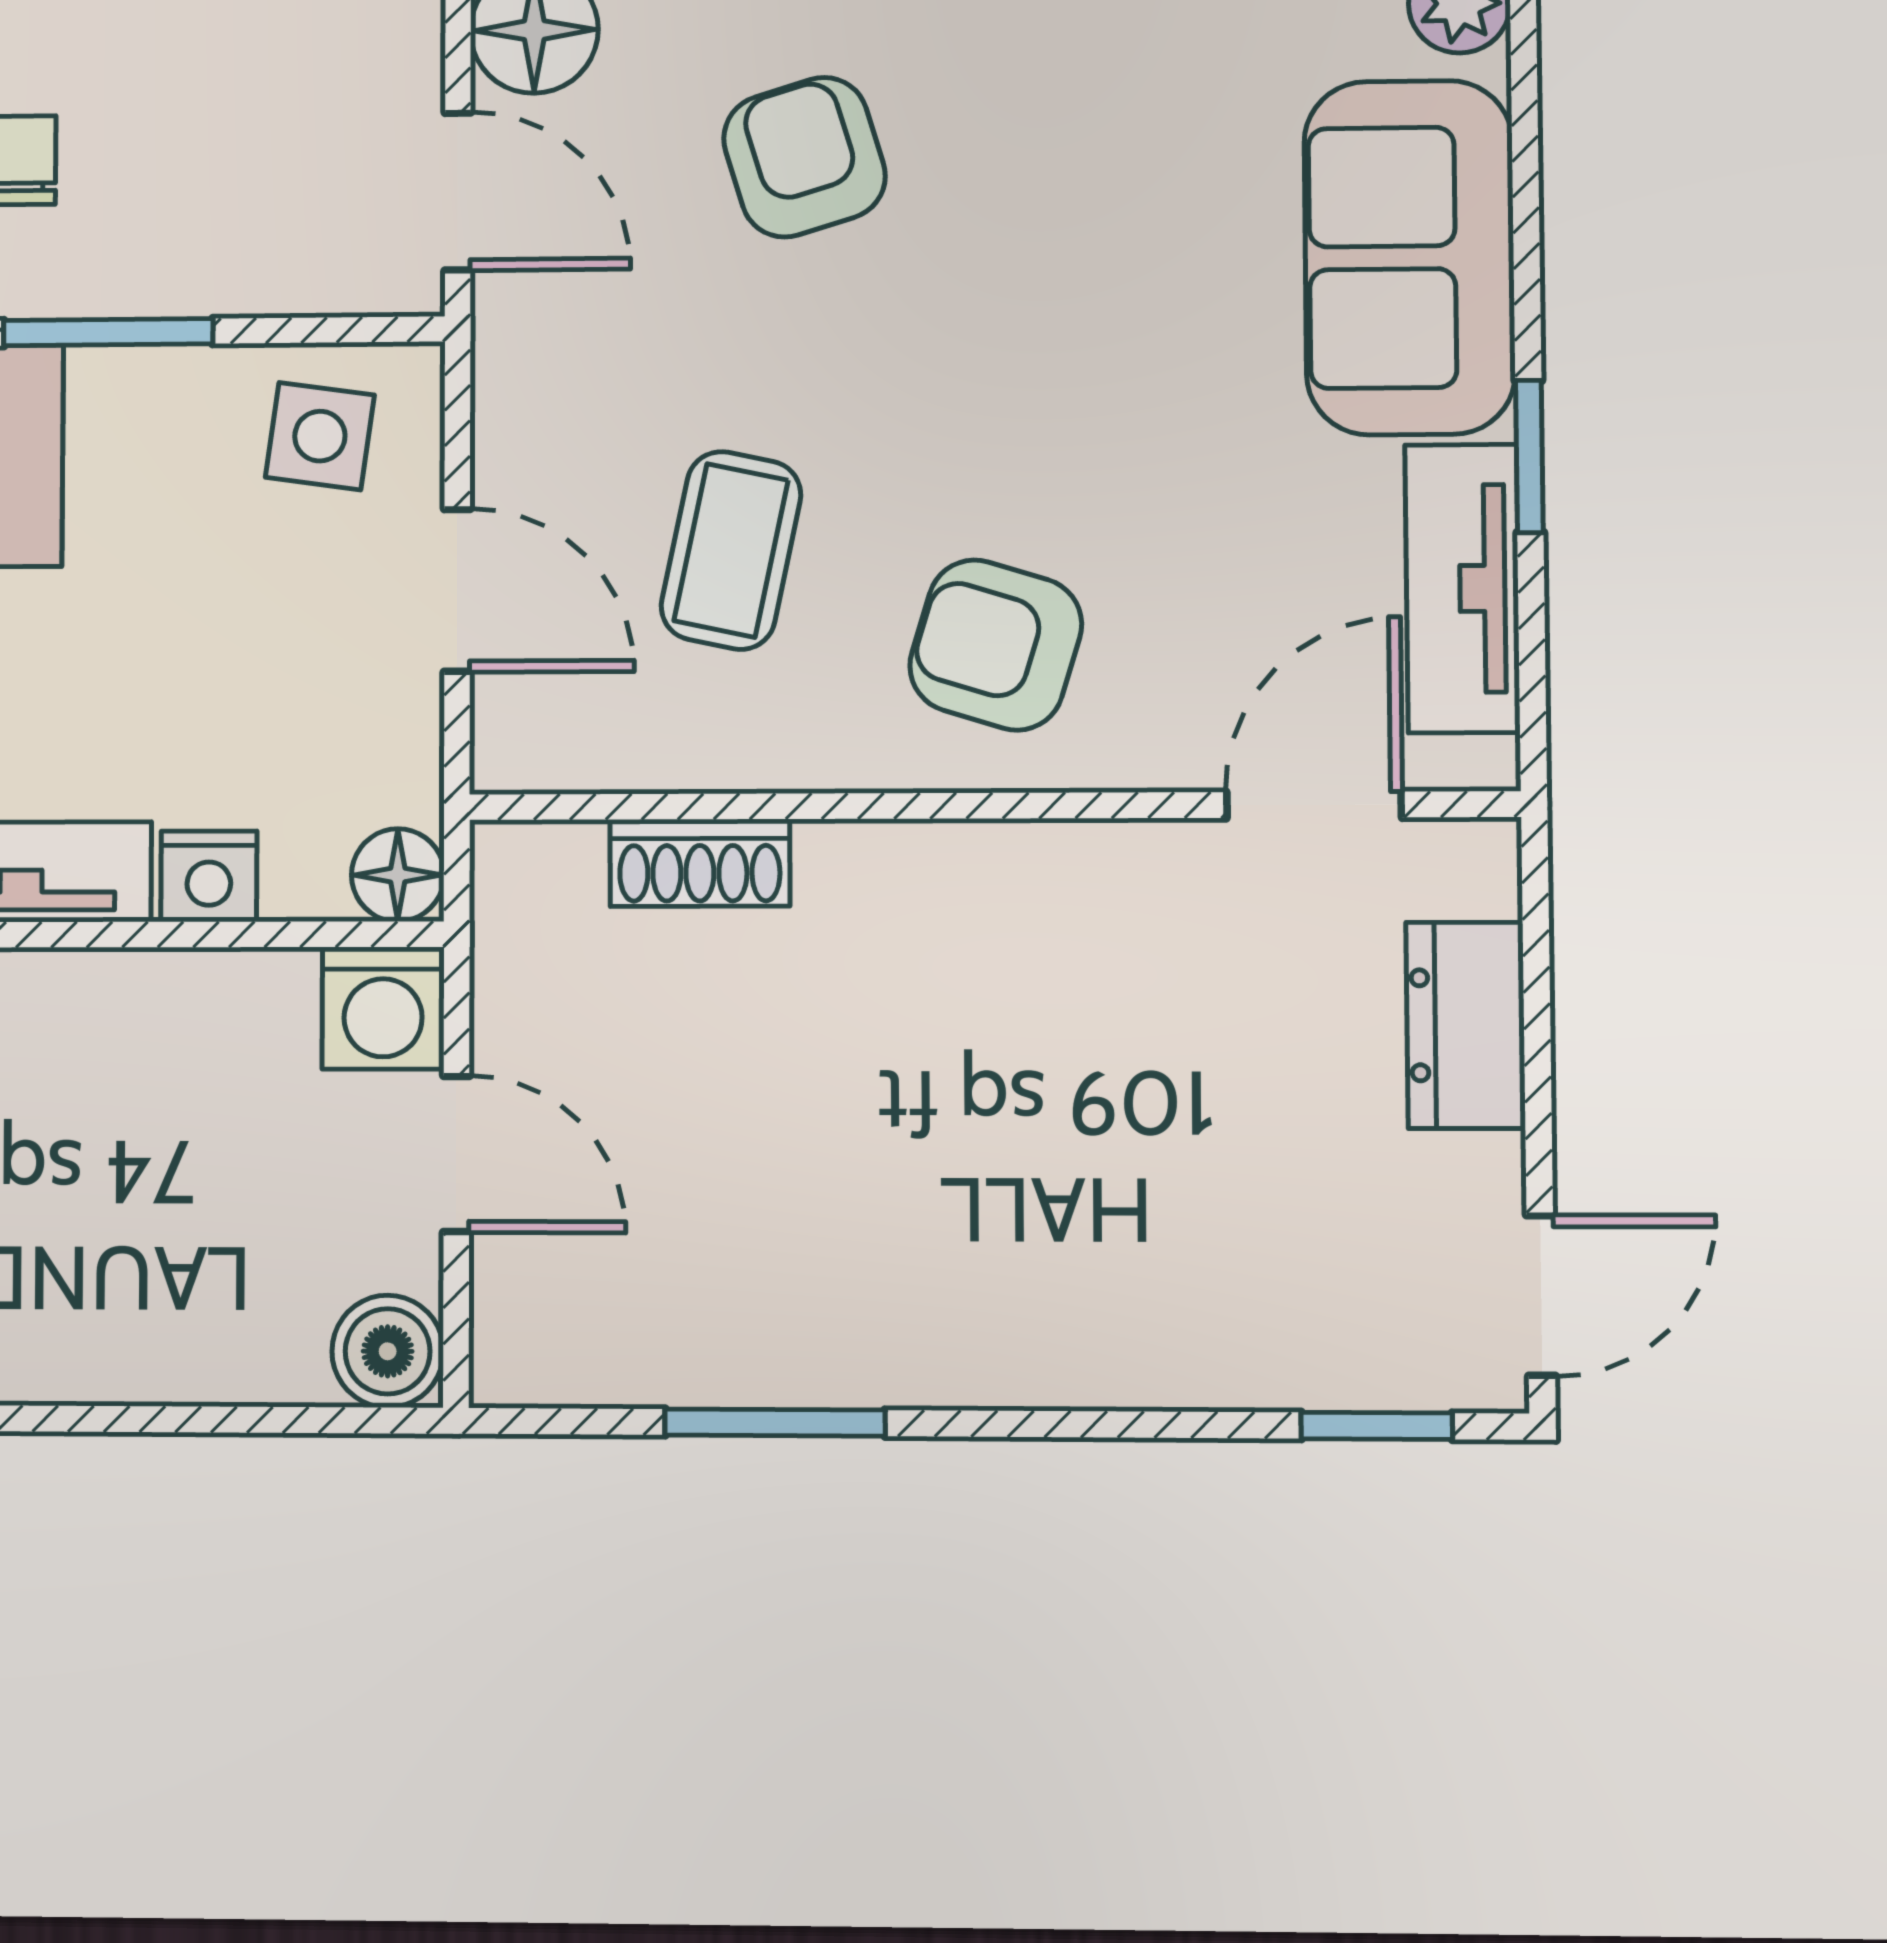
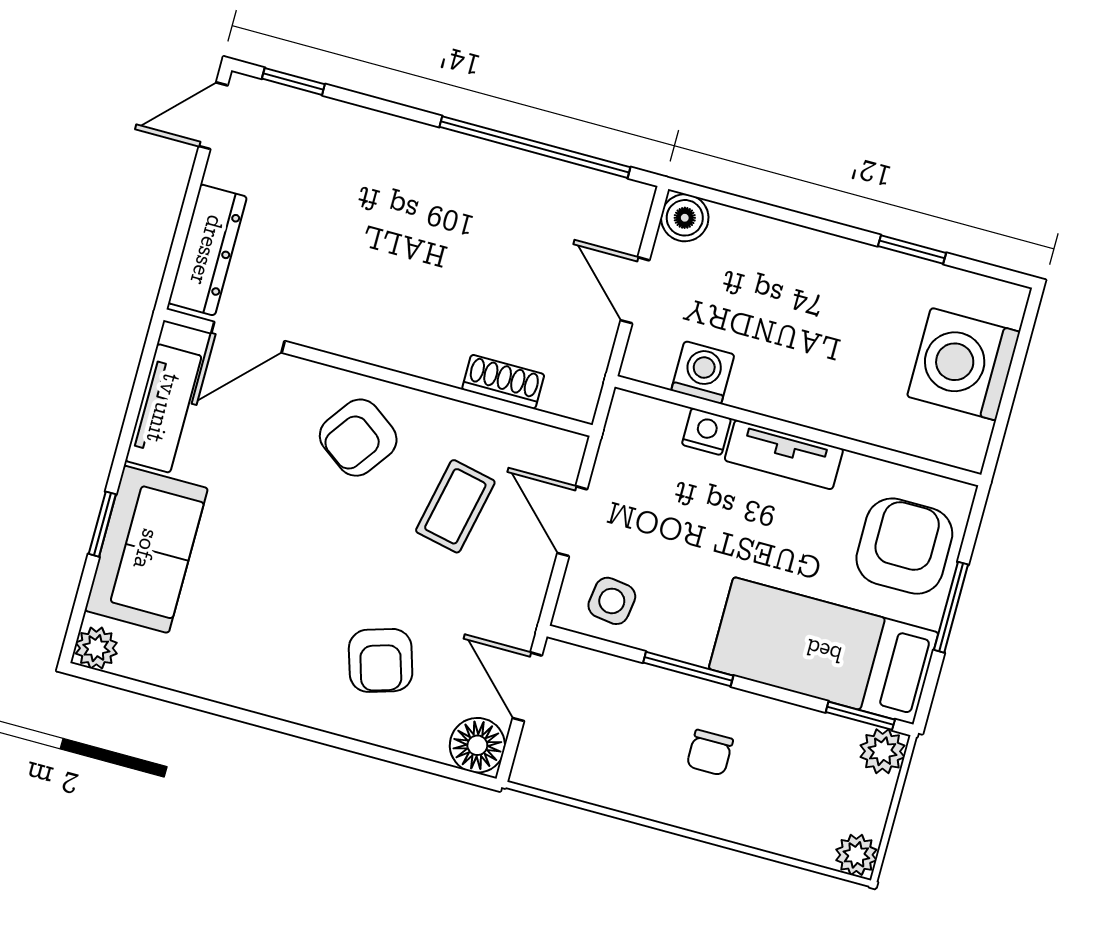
window: (1529, 456) -> (102, 524), moved
armchair: (996, 645) -> (358, 438), turned 109
floor lamp: (398, 875) -> (628, 411), removed
washing machine: (383, 1008) -> (703, 373), moved
dresser: (1466, 1025) -> (207, 250), width x1.44
window: (775, 1423) -> (535, 147), width x2.11

